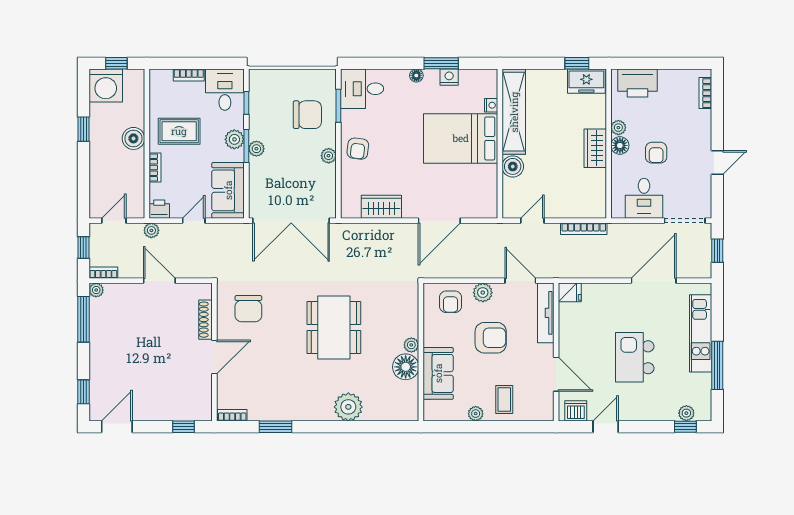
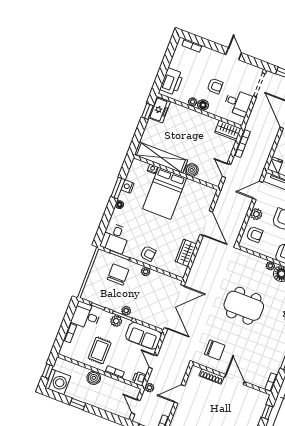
wardrobe: (595, 148) -> (228, 130), moved

